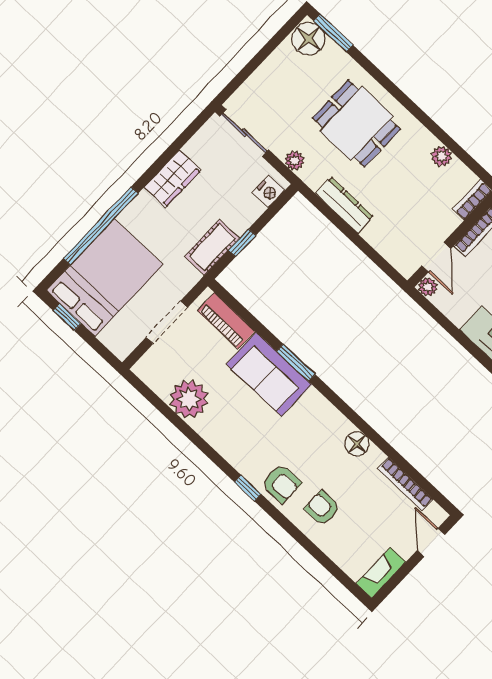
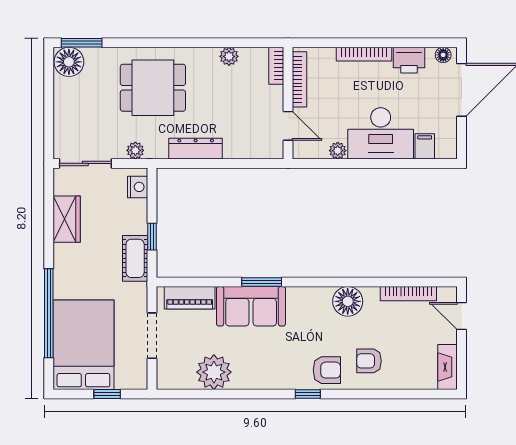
wardrobe: (172, 179) -> (67, 219), moved
plant: (428, 287) -> (338, 151), moved
window: (67, 317) -> (107, 394), moved
floor lamp: (357, 444) -> (348, 301), width x1.38, depth x1.38

